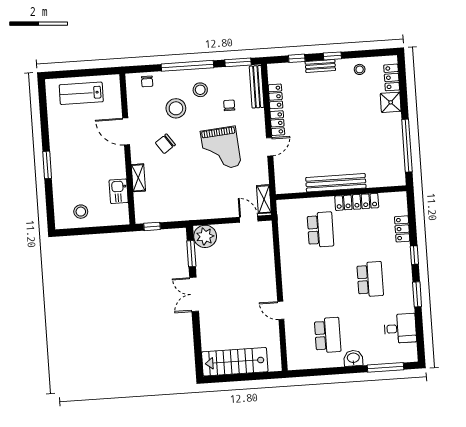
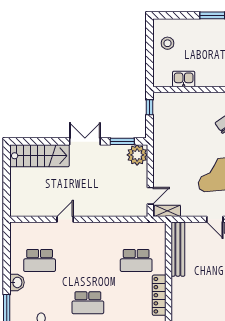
shelving: (138, 178) -> (195, 98), removed
bench: (336, 183) -> (178, 249), moved
stairs: (235, 362) -> (40, 156), moved, turned 90

